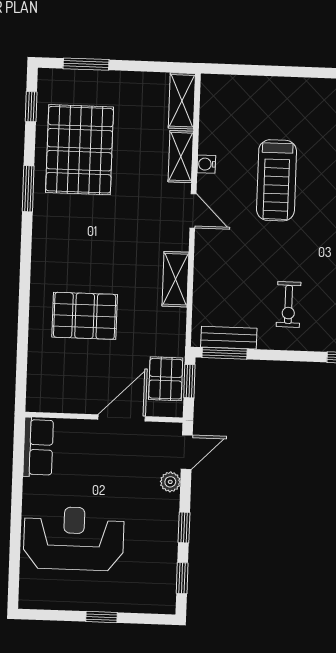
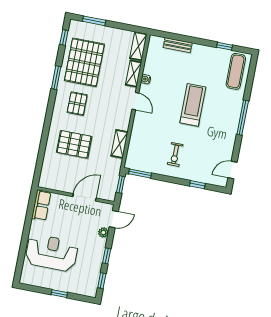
treadmill: (277, 180) -> (193, 105), moved, turned 180
shelving: (176, 279) -> (120, 144), moved
bench: (229, 338) -> (178, 45), moved
pallet: (166, 379) -> (77, 104), moved

